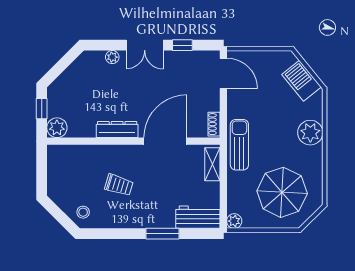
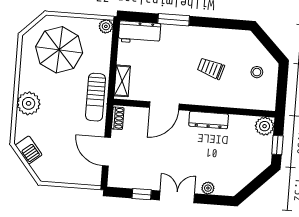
door: (223, 73) -> (107, 152), moved
barbecue: (301, 81) -> (29, 150), width x0.73, depth x0.79
door: (165, 141) -> (164, 106), width x0.73
stool: (83, 212) -> (257, 72), moved

